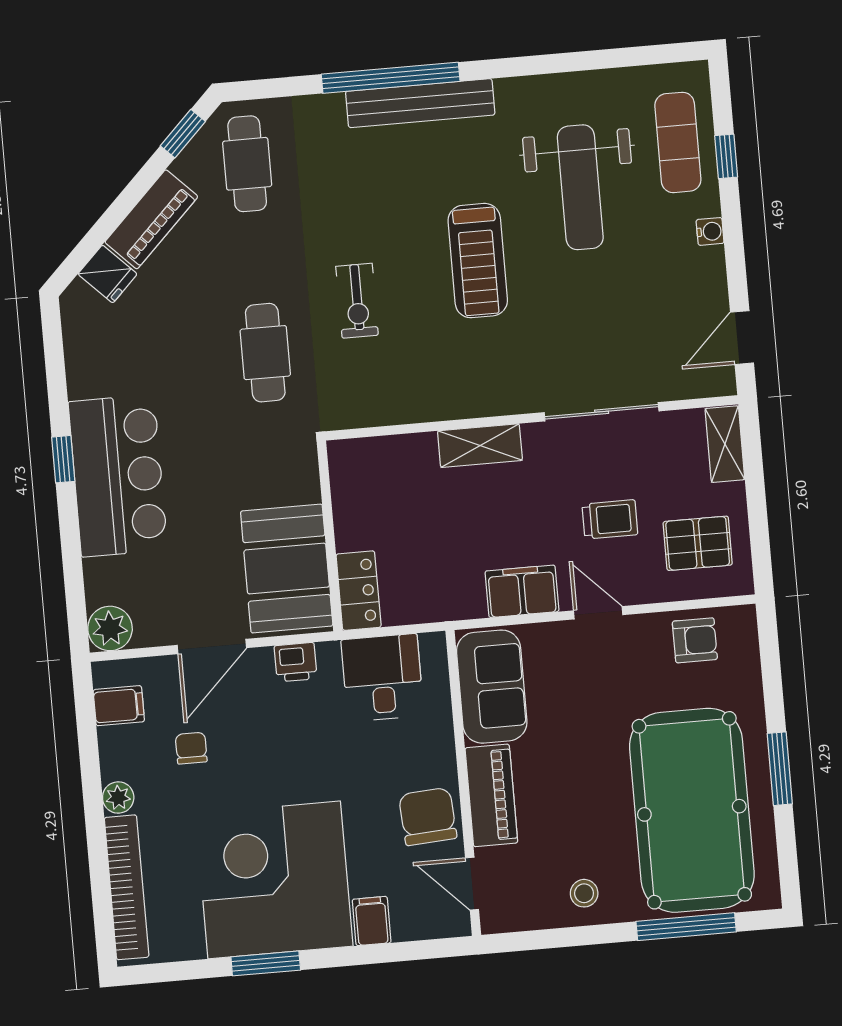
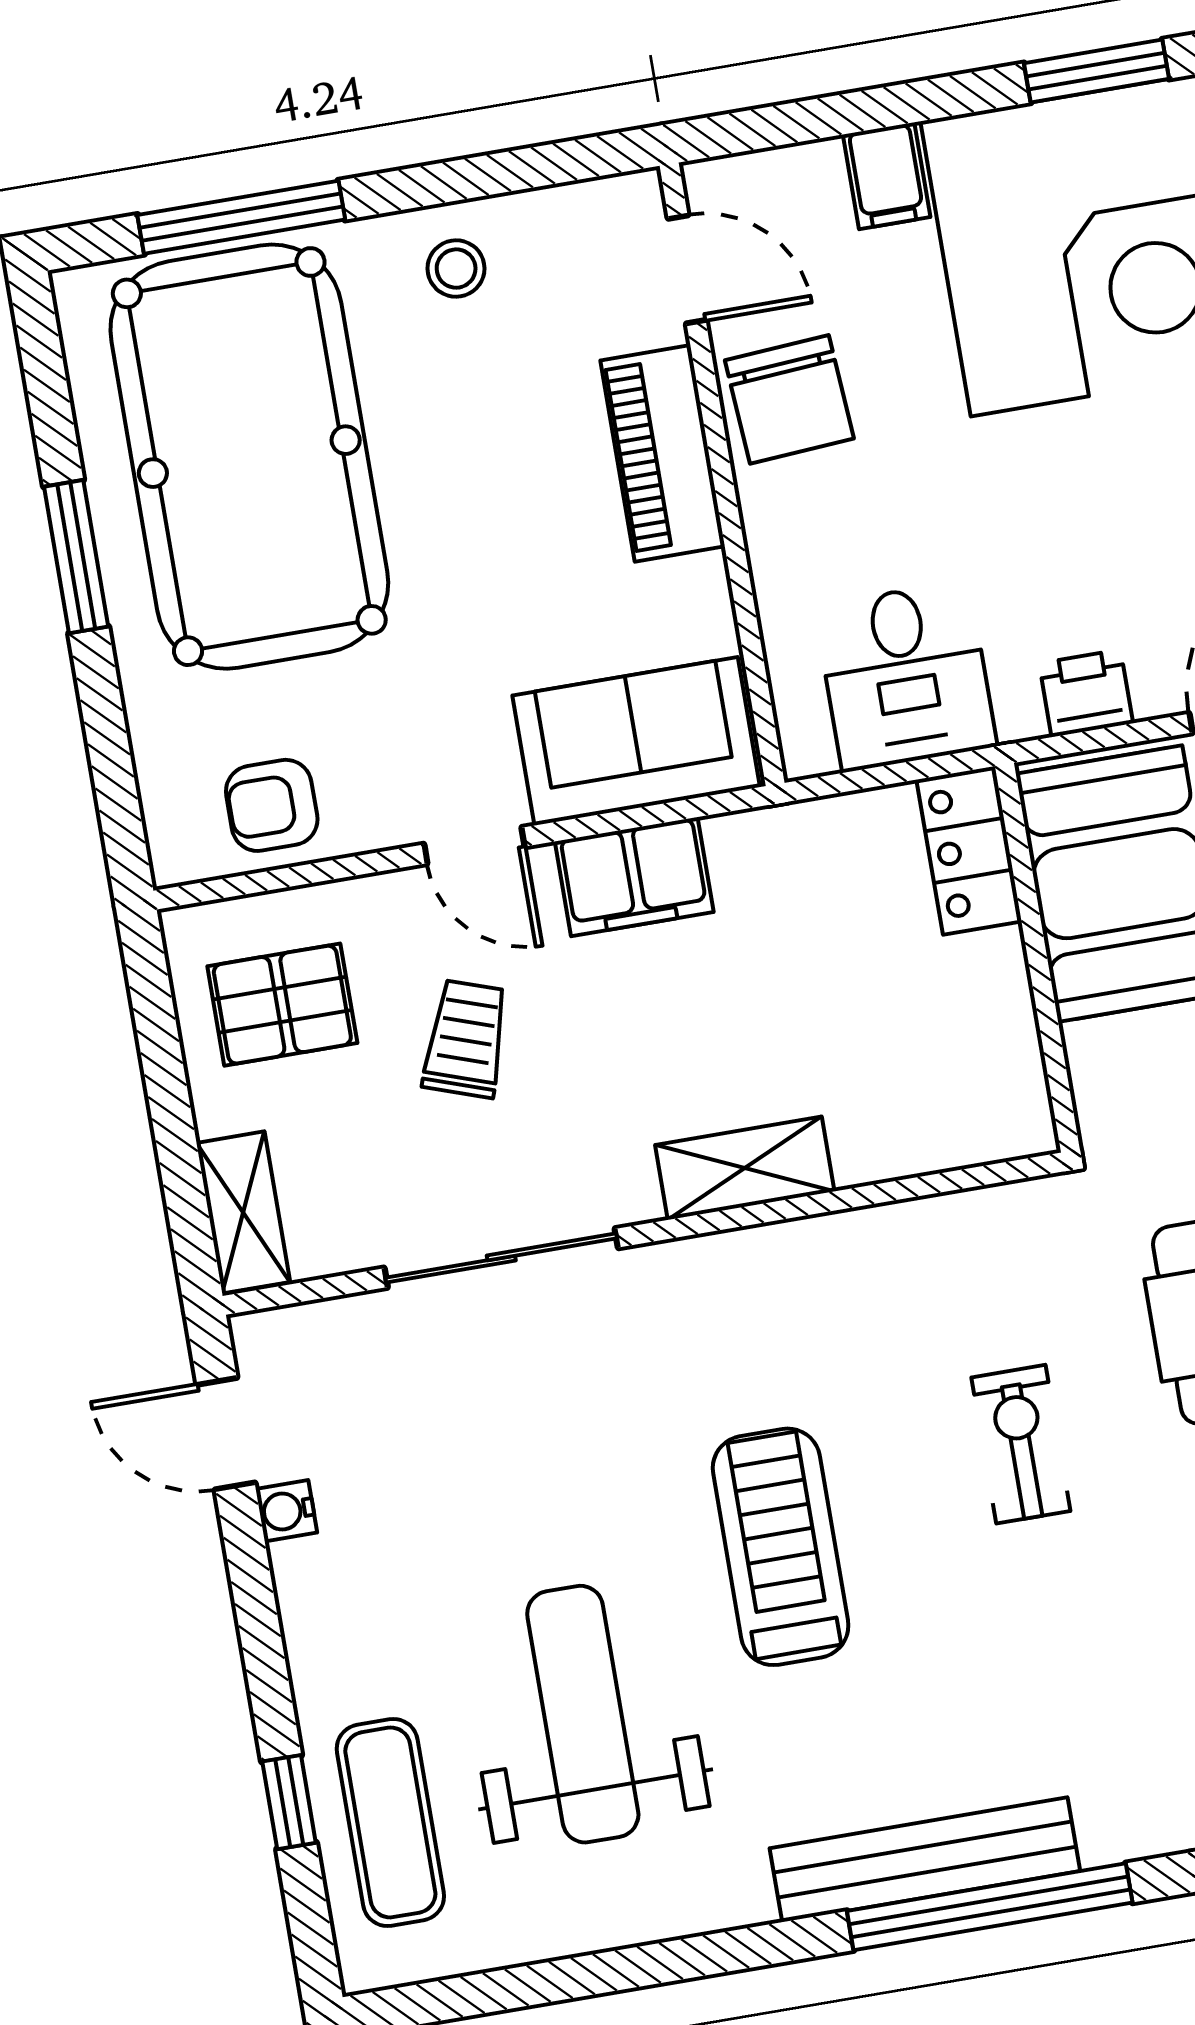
water cooler: (710, 231) -> (286, 1511), moved
door: (742, 338) -> (226, 1434), swing flipped
trolley: (610, 519) -> (466, 1039), turned 109
sofa: (492, 687) -> (636, 741), moved, turned 90

